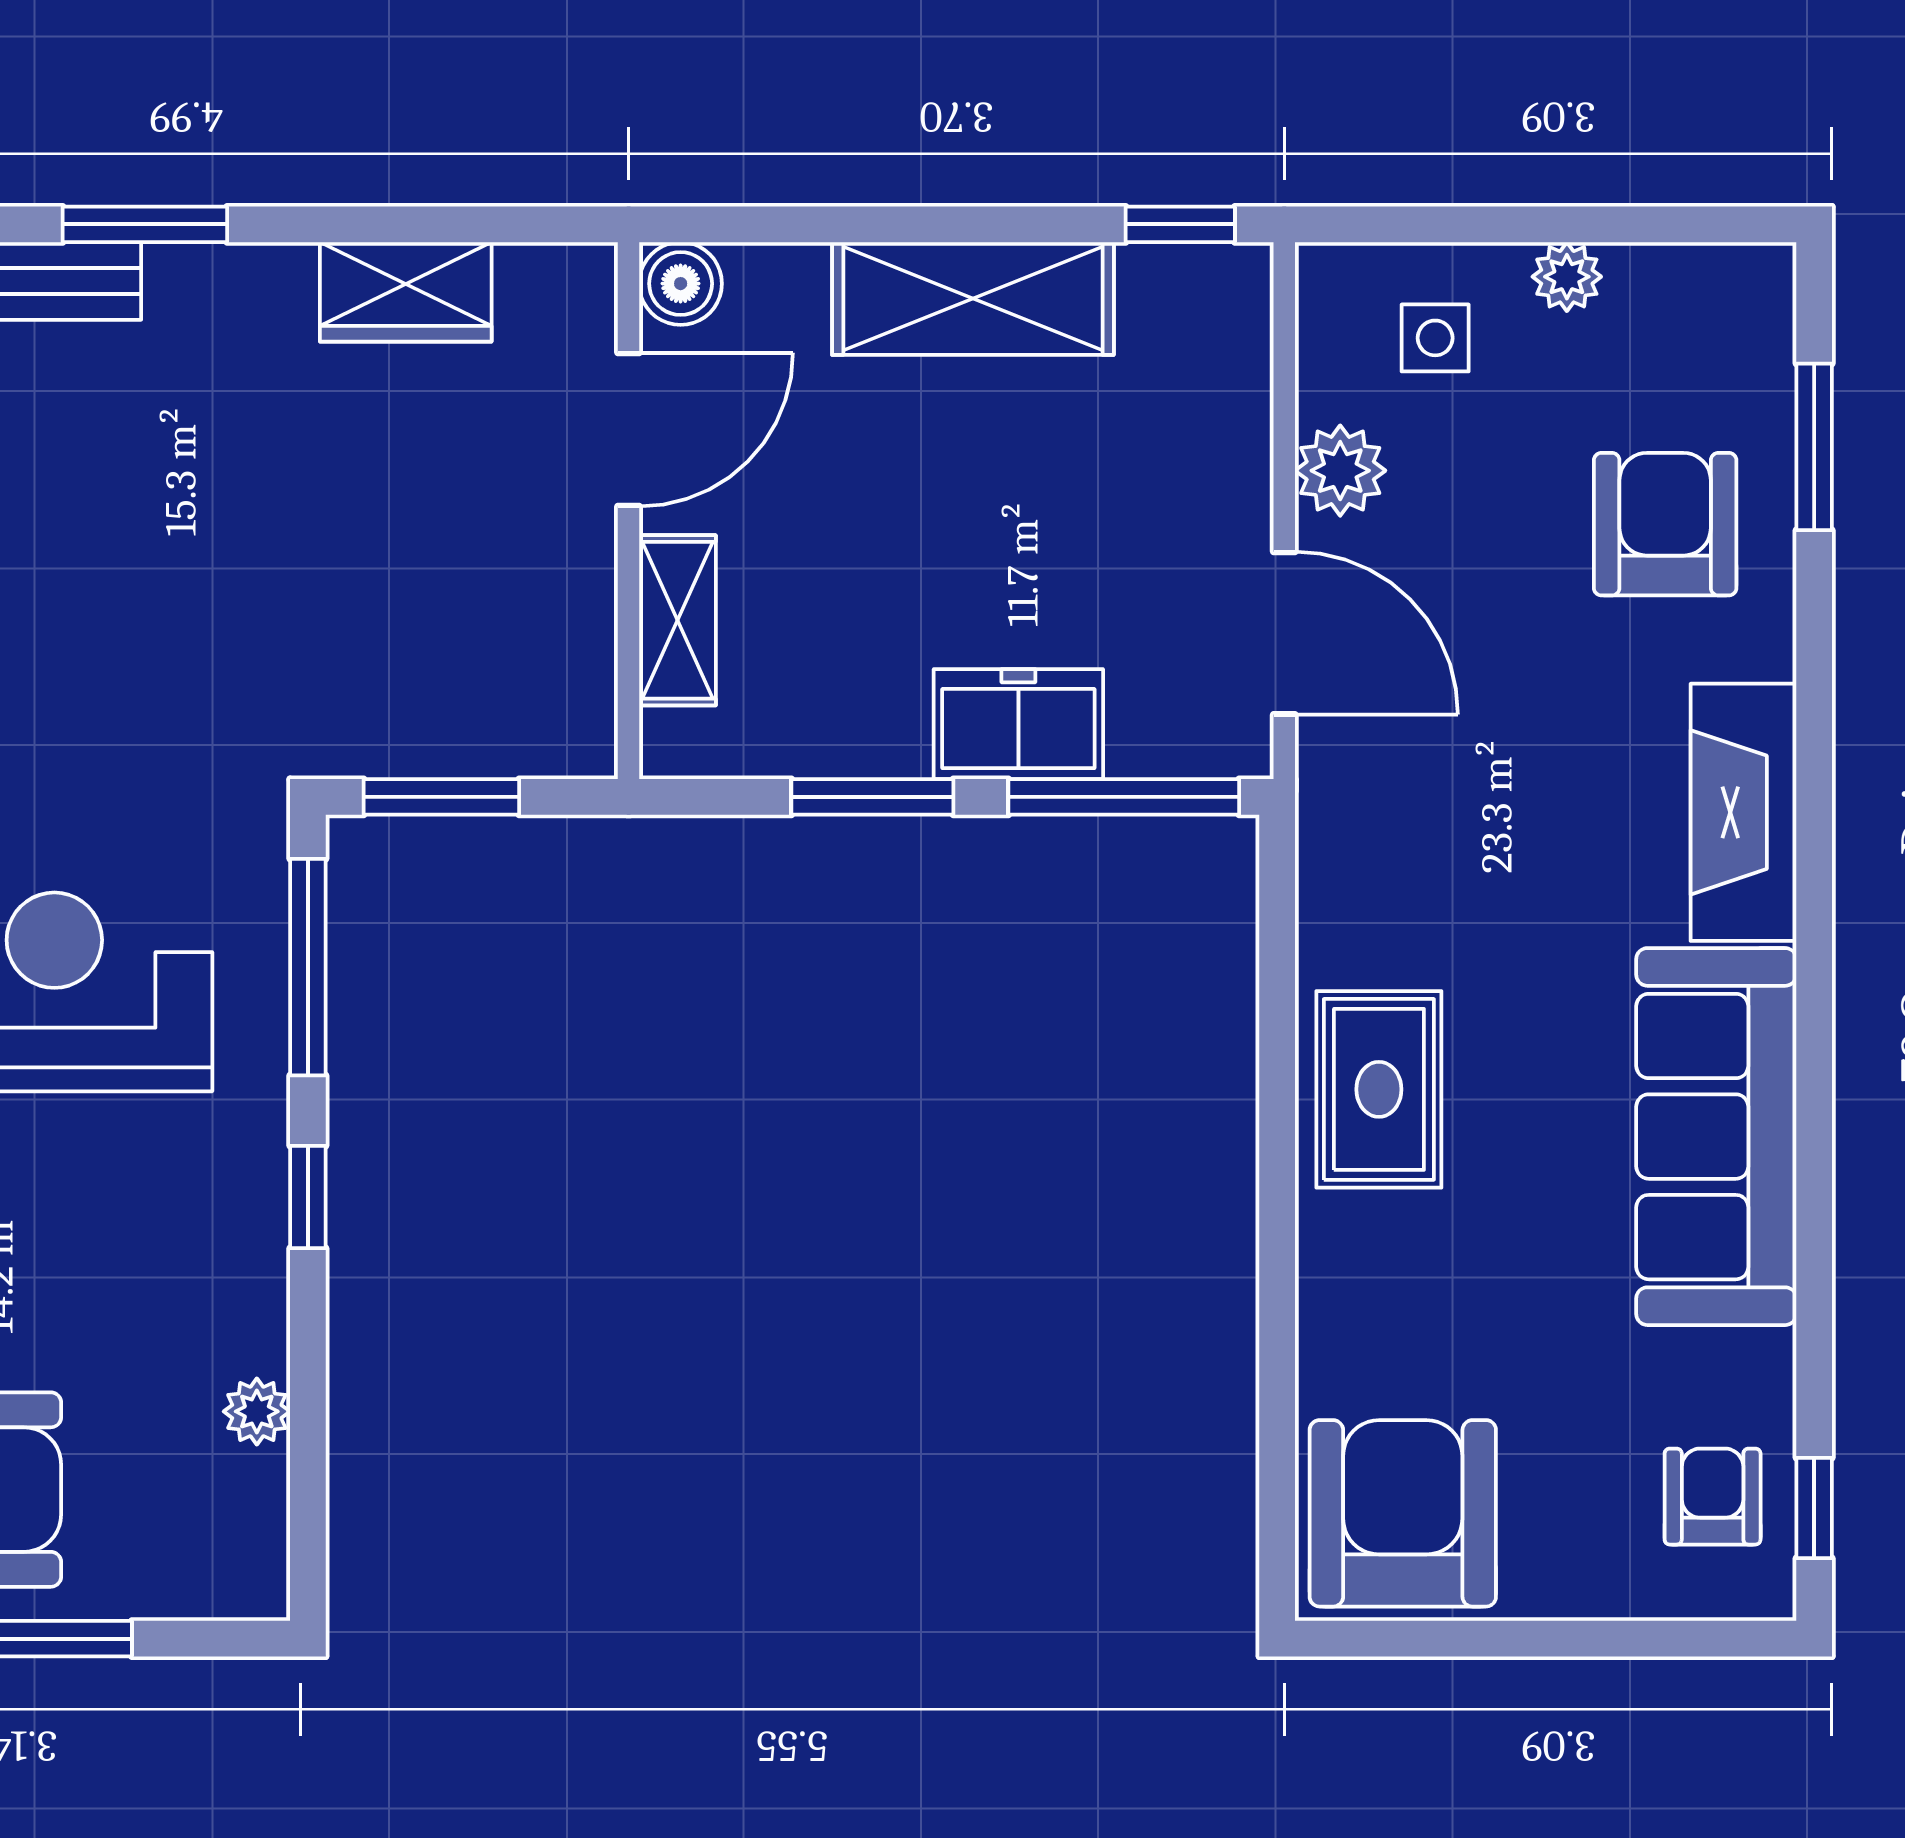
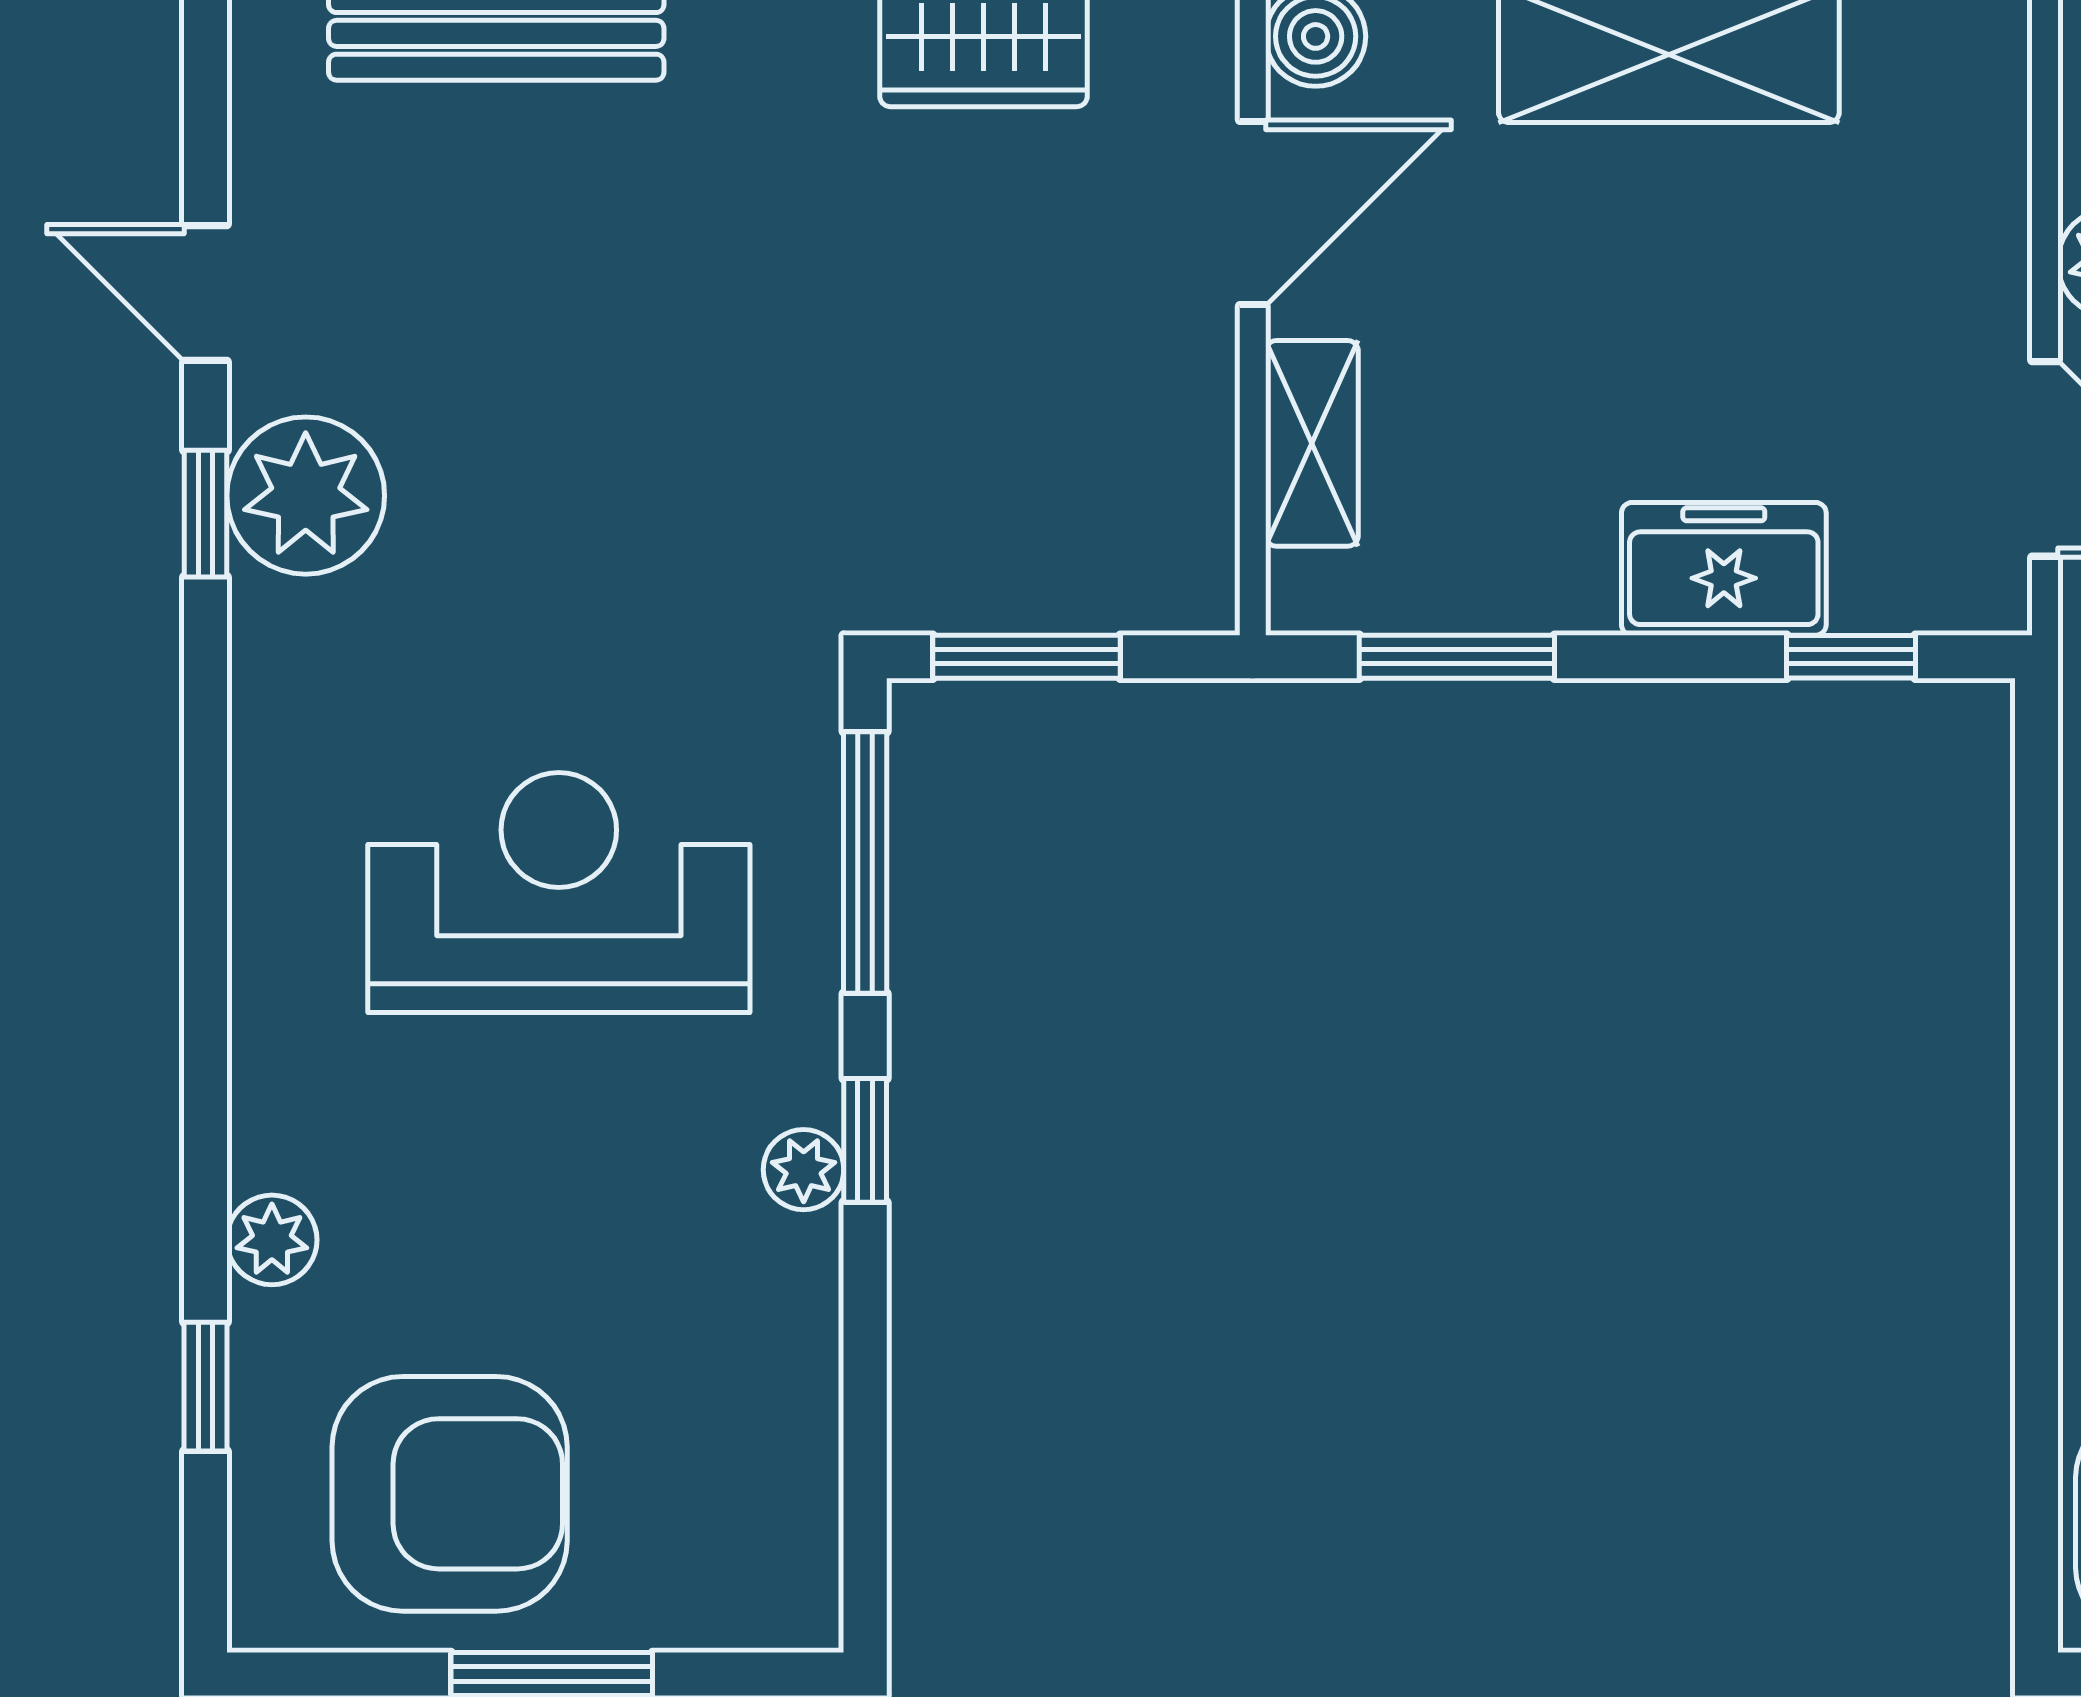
window: (872, 797) -> (1457, 657), moved
window: (1124, 797) -> (1851, 657), width x0.46
plant: (257, 1411) -> (804, 1170), moved

